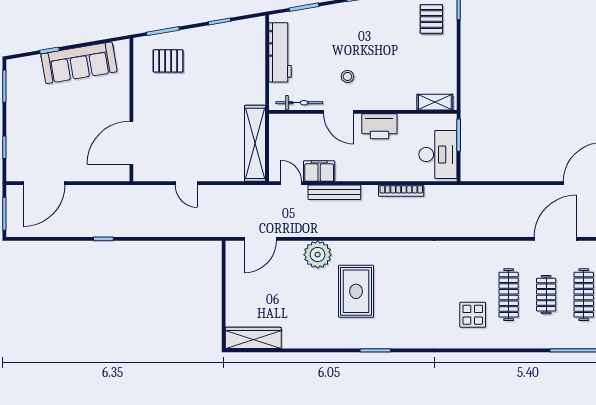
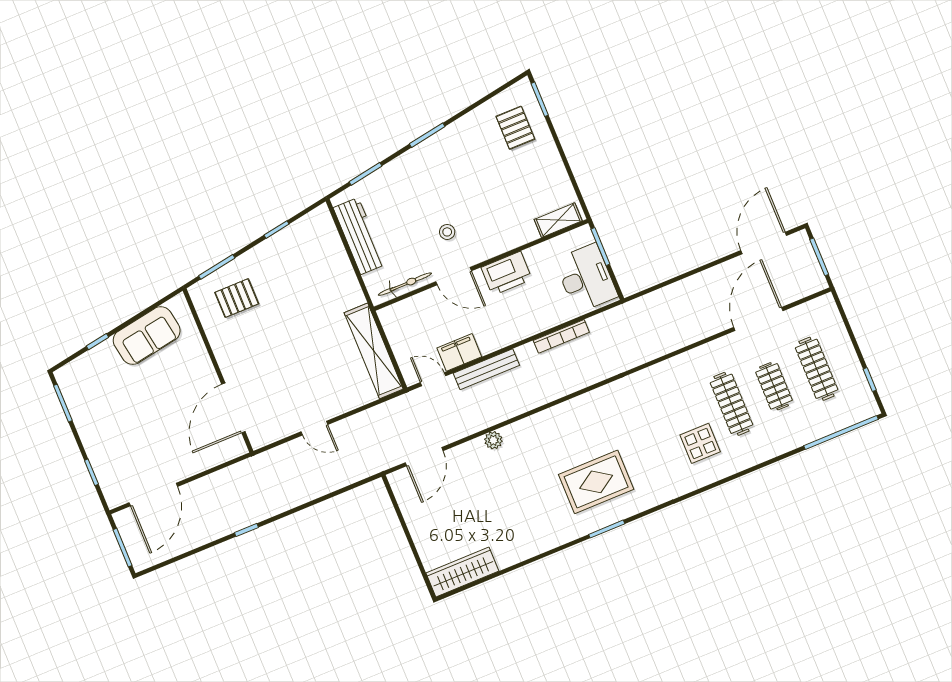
sofa: (79, 63) -> (147, 336), width x0.73
plant: (318, 255) -> (493, 440), width x0.53, depth x0.53
rug: (356, 291) -> (596, 482), moved, turned 90

